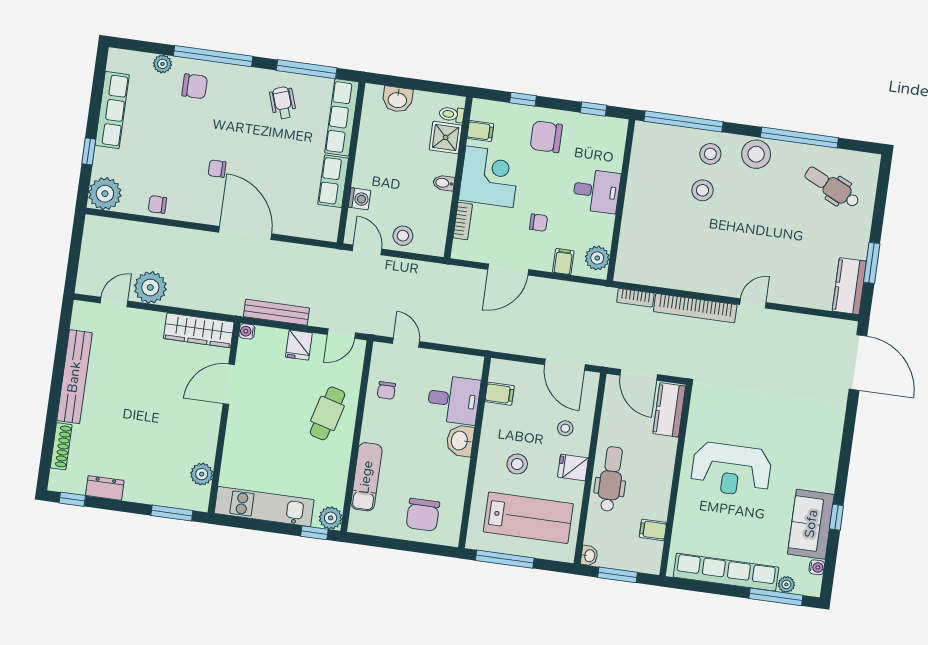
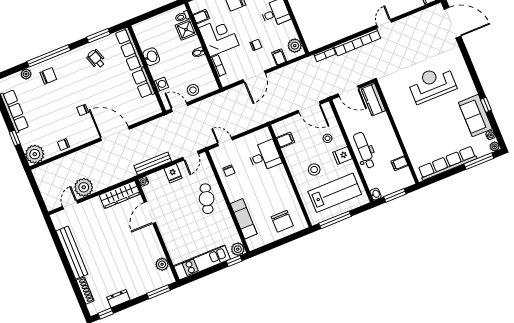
window: (307, 69) -> (98, 36), width x0.69
washbasin: (397, 99) -> (151, 57), moved, turned -90
washbasin: (460, 441) -> (279, 174), removed
reception desk: (731, 470) -> (432, 84), moved, turned 180
plant: (786, 584) -> (495, 146), moved

